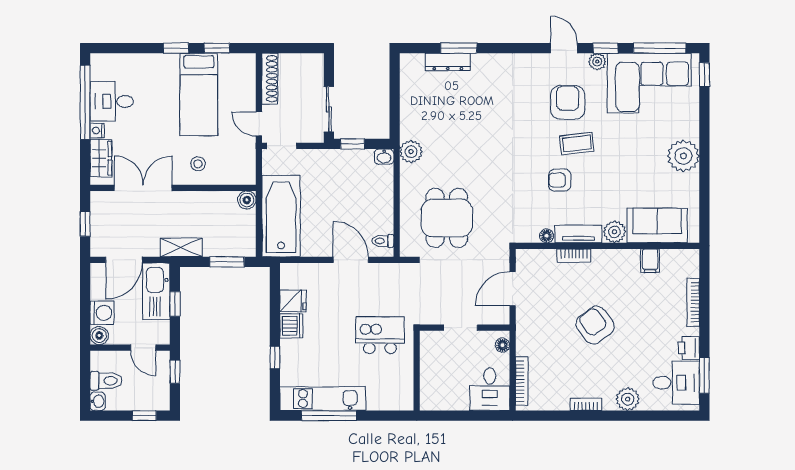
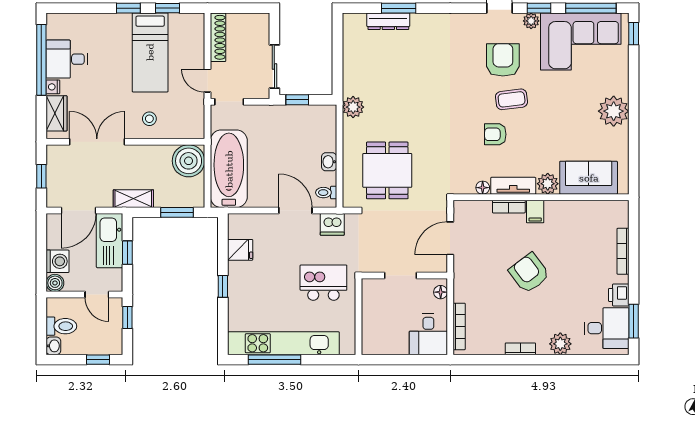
washbasin: (384, 157) -> (329, 162), moved, turned 90
boiler: (247, 200) -> (189, 161), width x1.86, depth x1.86
filing cabinet: (650, 261) -> (535, 211), moved
dishwasher: (291, 326) -> (332, 224), moved, turned 90
window: (275, 358) -> (223, 286), moved
kitchen unit: (323, 399) -> (283, 343), width x1.36

